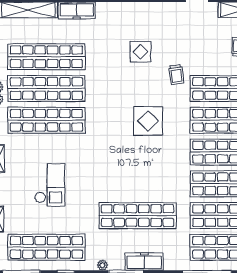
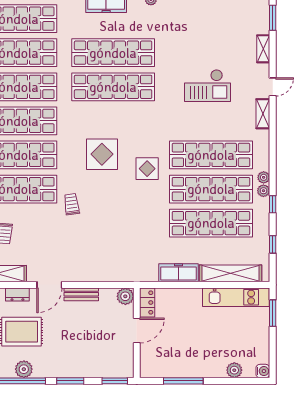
display table: (141, 52) -> (147, 169), moved
checkout: (50, 185) -> (207, 86), turned -90
shop shelf: (46, 247) -> (113, 87), moved

